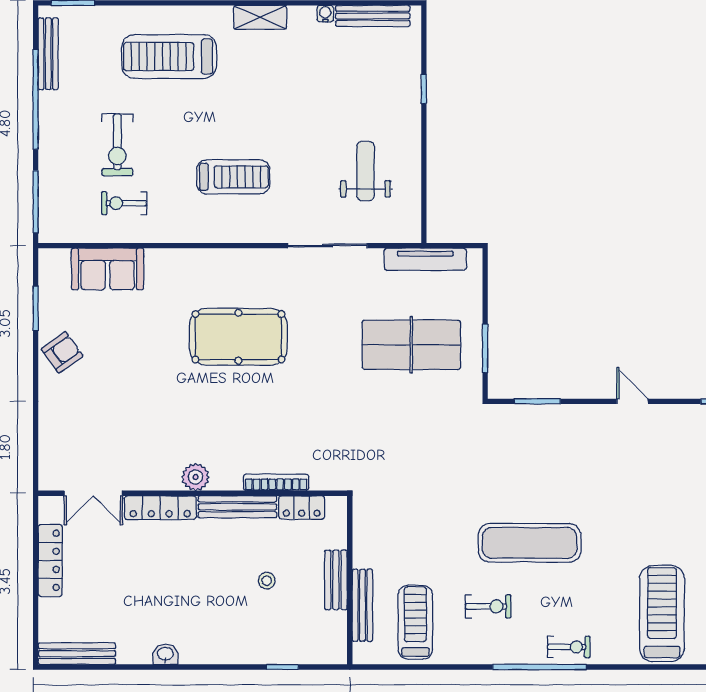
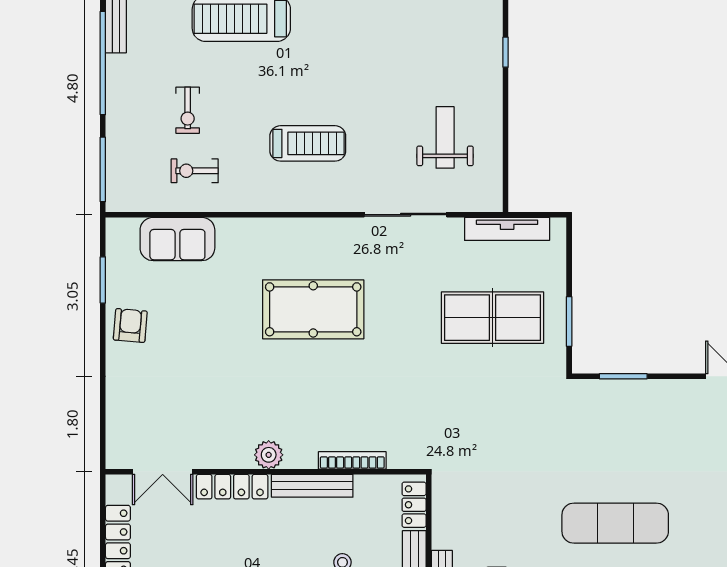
exercise bike: (117, 145) -> (188, 110), width x0.73, depth x0.72
armchair: (62, 352) -> (130, 326), turned -49
locker: (302, 507) -> (414, 505), moved, turned 90

